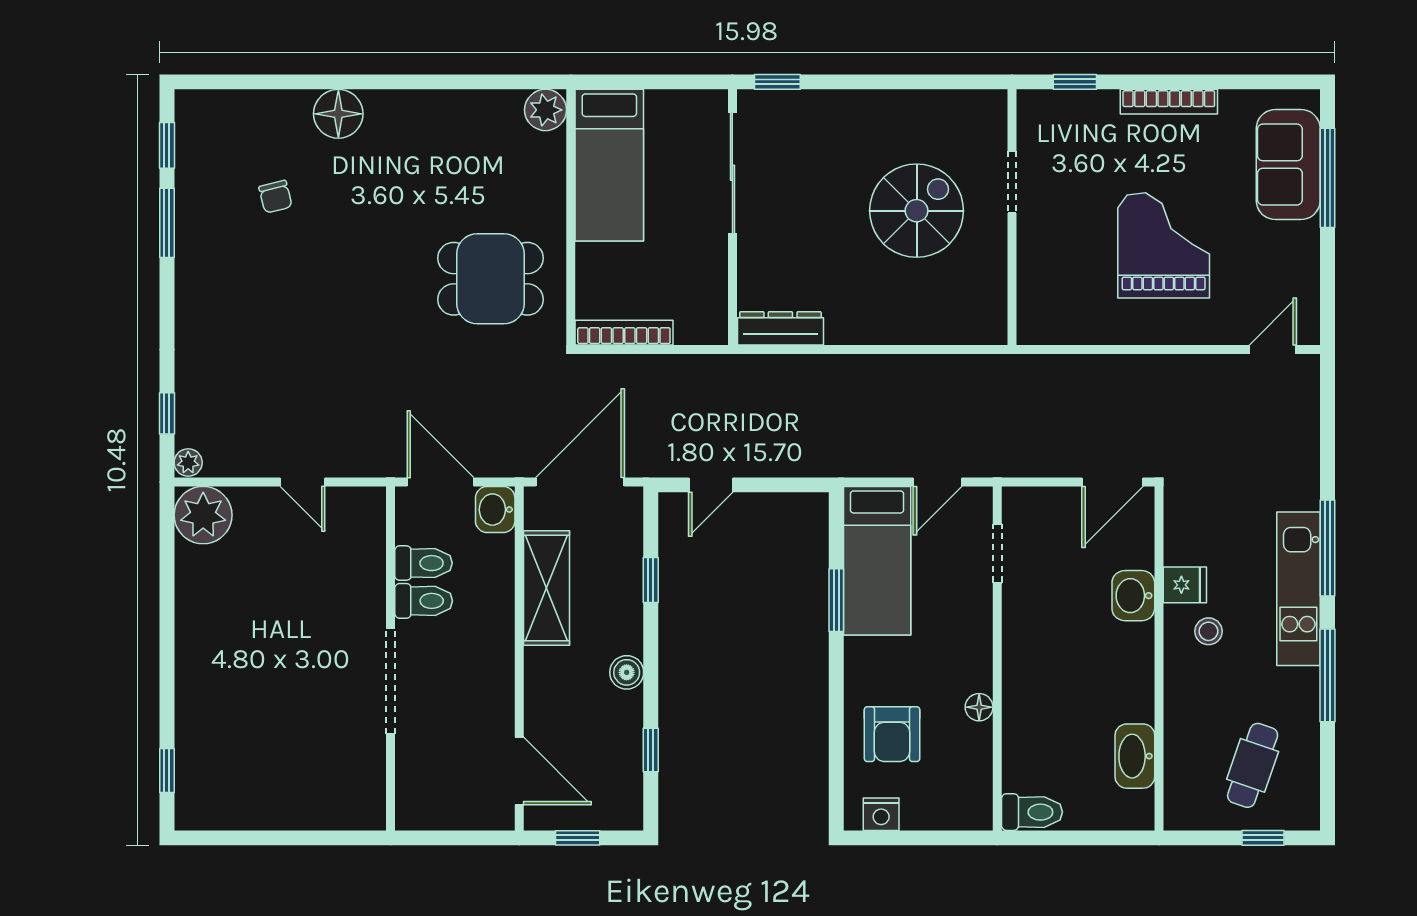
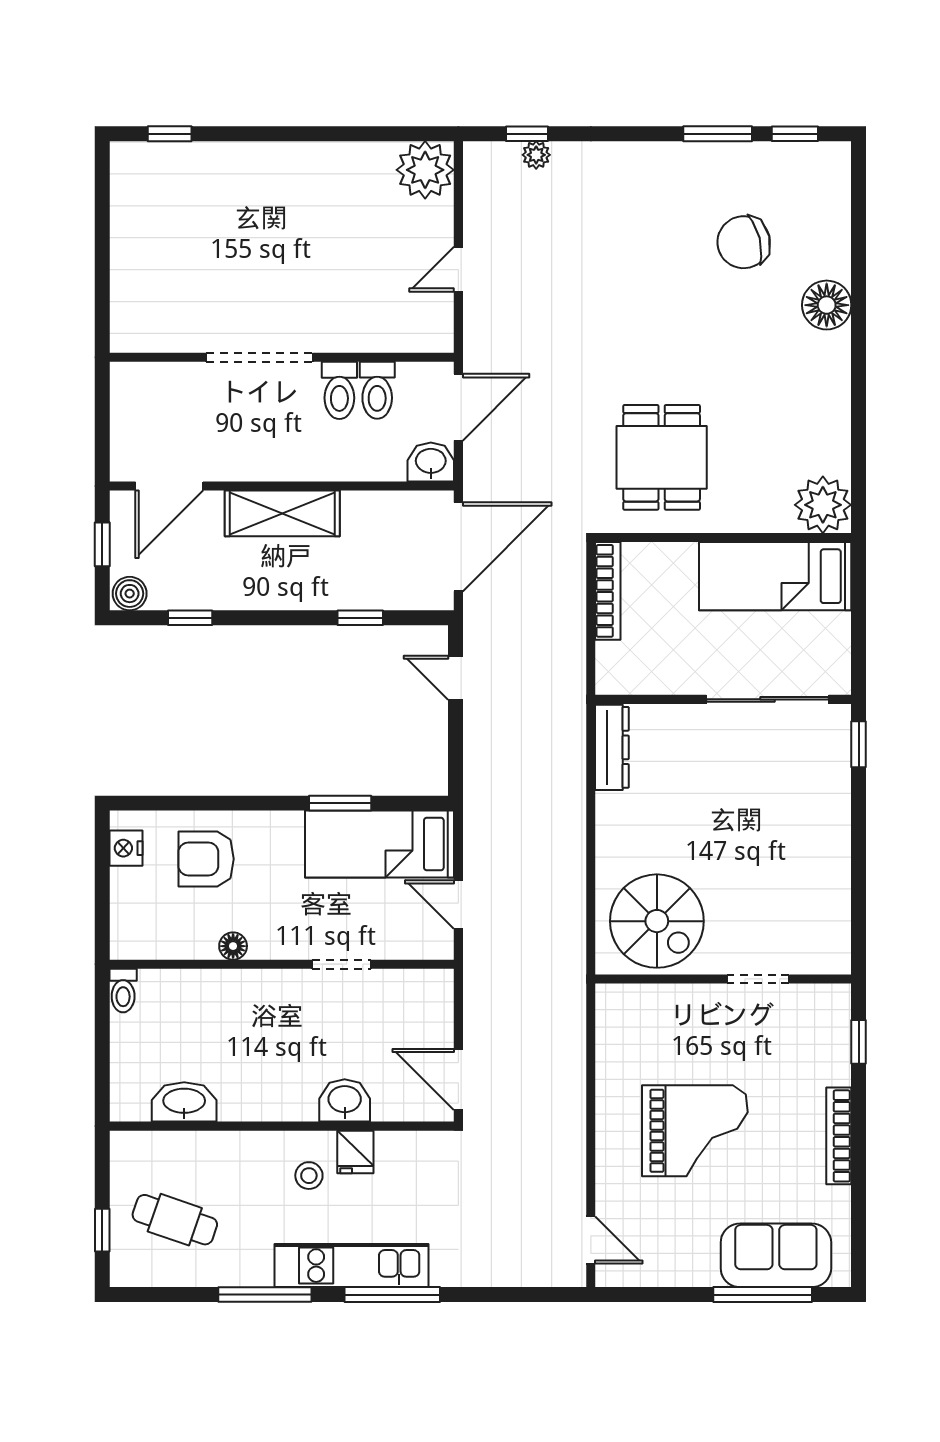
plant: (545, 110) -> (823, 505), width x1.36, depth x1.36
chair: (275, 197) -> (744, 242), width x1.87, depth x1.87
spiral stairs: (917, 211) -> (657, 921), moved
plant: (188, 463) -> (536, 155), moved
door: (580, 482) -> (458, 547), hinge flipped
doorway: (997, 553) -> (342, 964), moved
shelving: (547, 588) -> (282, 513), moved
boiler: (627, 672) -> (130, 594), moved
toilet: (1032, 812) -> (123, 991), width x0.73, depth x0.72

